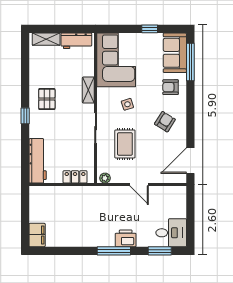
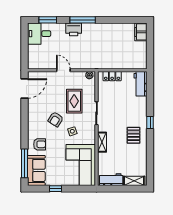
armchair: (165, 122) -> (56, 119), moved
workbench: (38, 161) -> (141, 84), width x0.73

